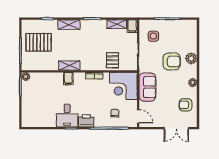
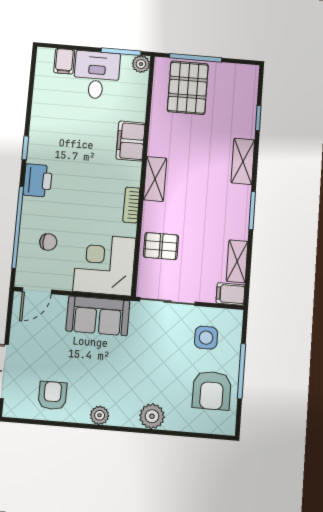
pallet: (39, 42) -> (188, 88), moved
armchair: (172, 61) -> (212, 390), moved
shelving: (69, 66) -> (155, 179), moved
filing cabinet: (68, 79) -> (131, 141), width x2.00
filing cabinet: (27, 113) -> (64, 61), added
desk: (67, 116) -> (97, 75), moved, turned 90

